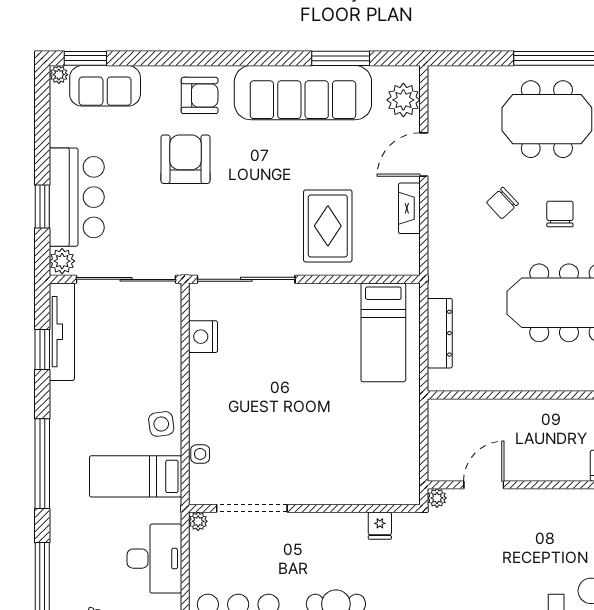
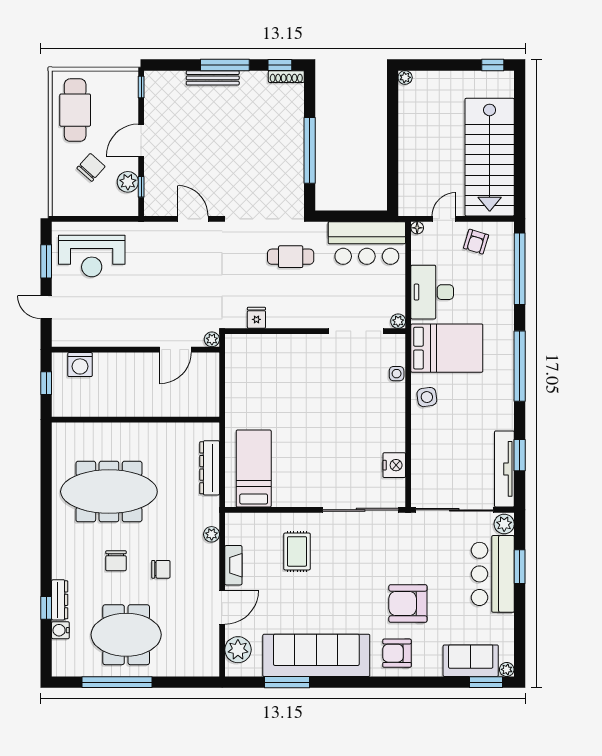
armchair: (185, 159) -> (408, 604), turned 90
chair: (502, 203) -> (161, 569), turned 43
rug: (328, 226) -> (297, 551), width x0.73, depth x0.70
plant: (437, 248) -> (212, 534), added
bed: (136, 476) -> (447, 348), width x1.50

